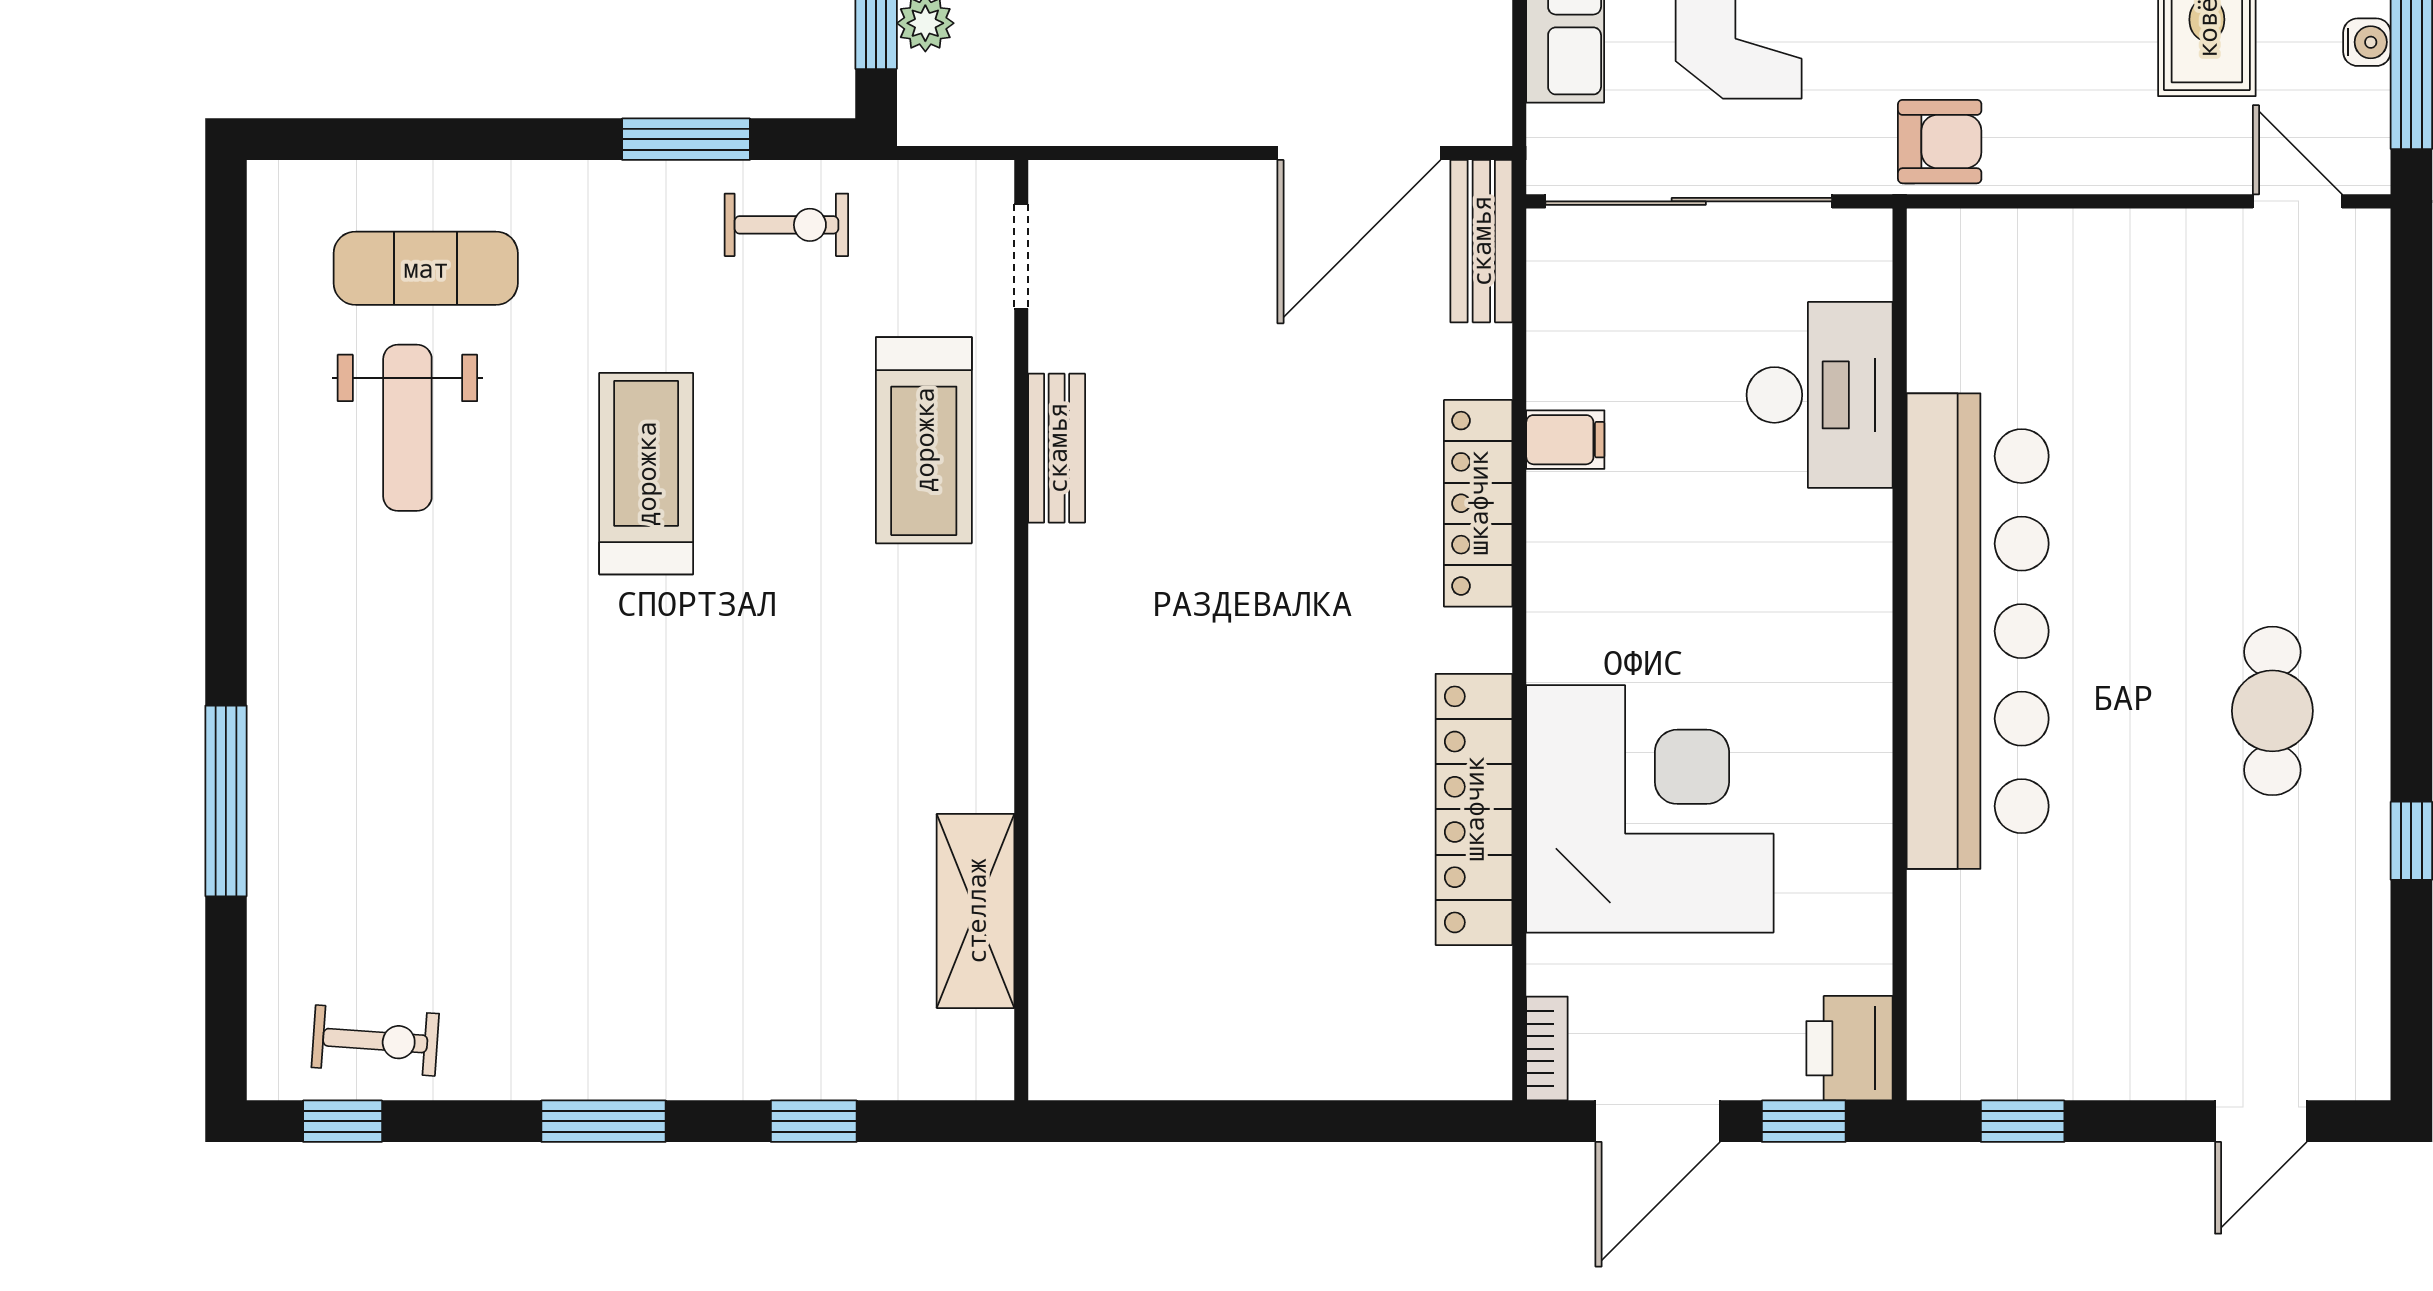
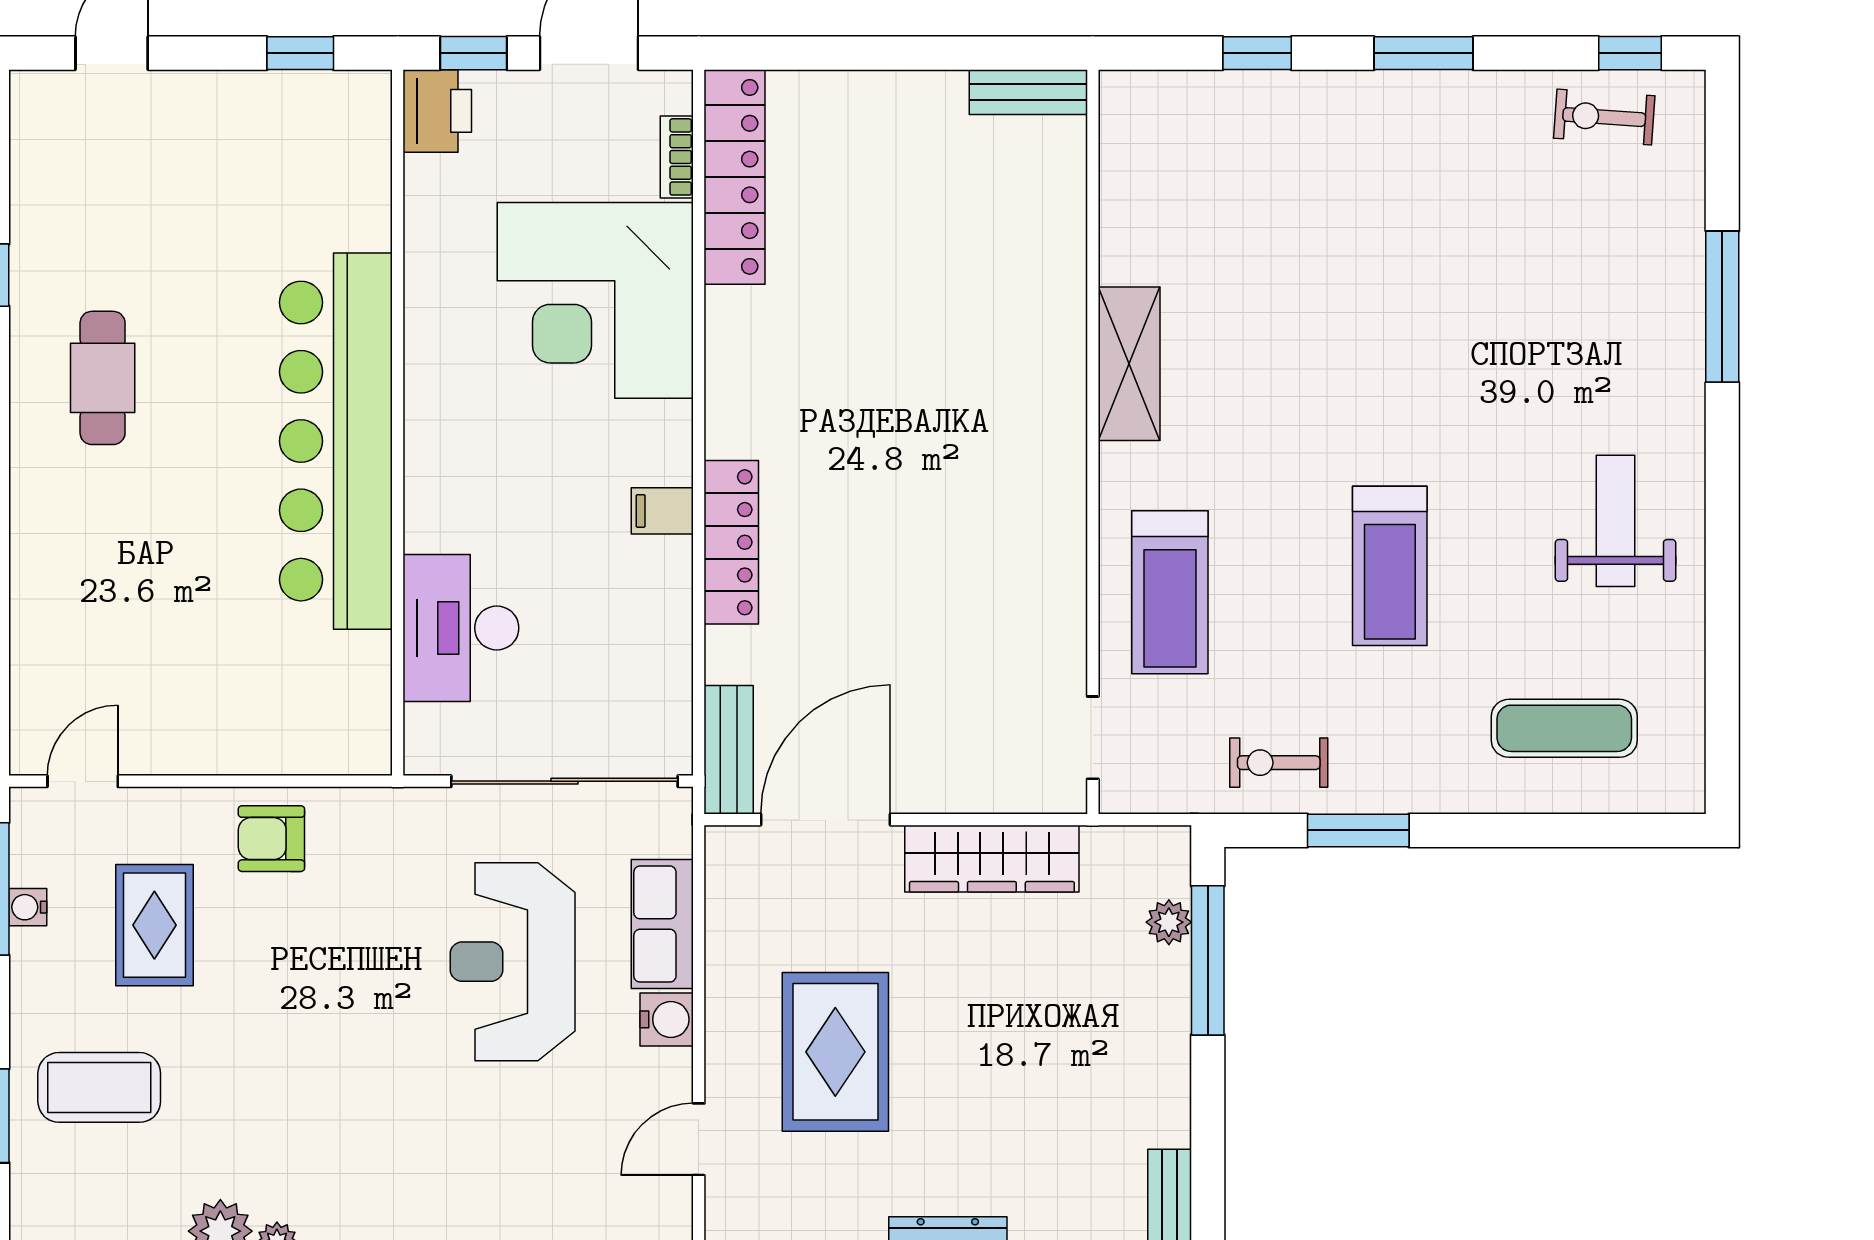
wardrobe: (1149, 104) -> (992, 859), added
armchair: (1940, 142) -> (271, 839), moved
door: (2297, 201) -> (83, 781), swing flipped
weight bench: (407, 428) -> (1616, 521), moved
treadmill: (924, 440) -> (1170, 592), turned 180
filing cabinet: (1565, 440) -> (662, 511), moved
bench: (1057, 448) -> (1028, 92), moved, turned 90
locker: (1474, 809) -> (735, 177), moved
shelving: (976, 911) -> (1129, 364), moved
bookcase: (1547, 1049) -> (677, 157), moved

